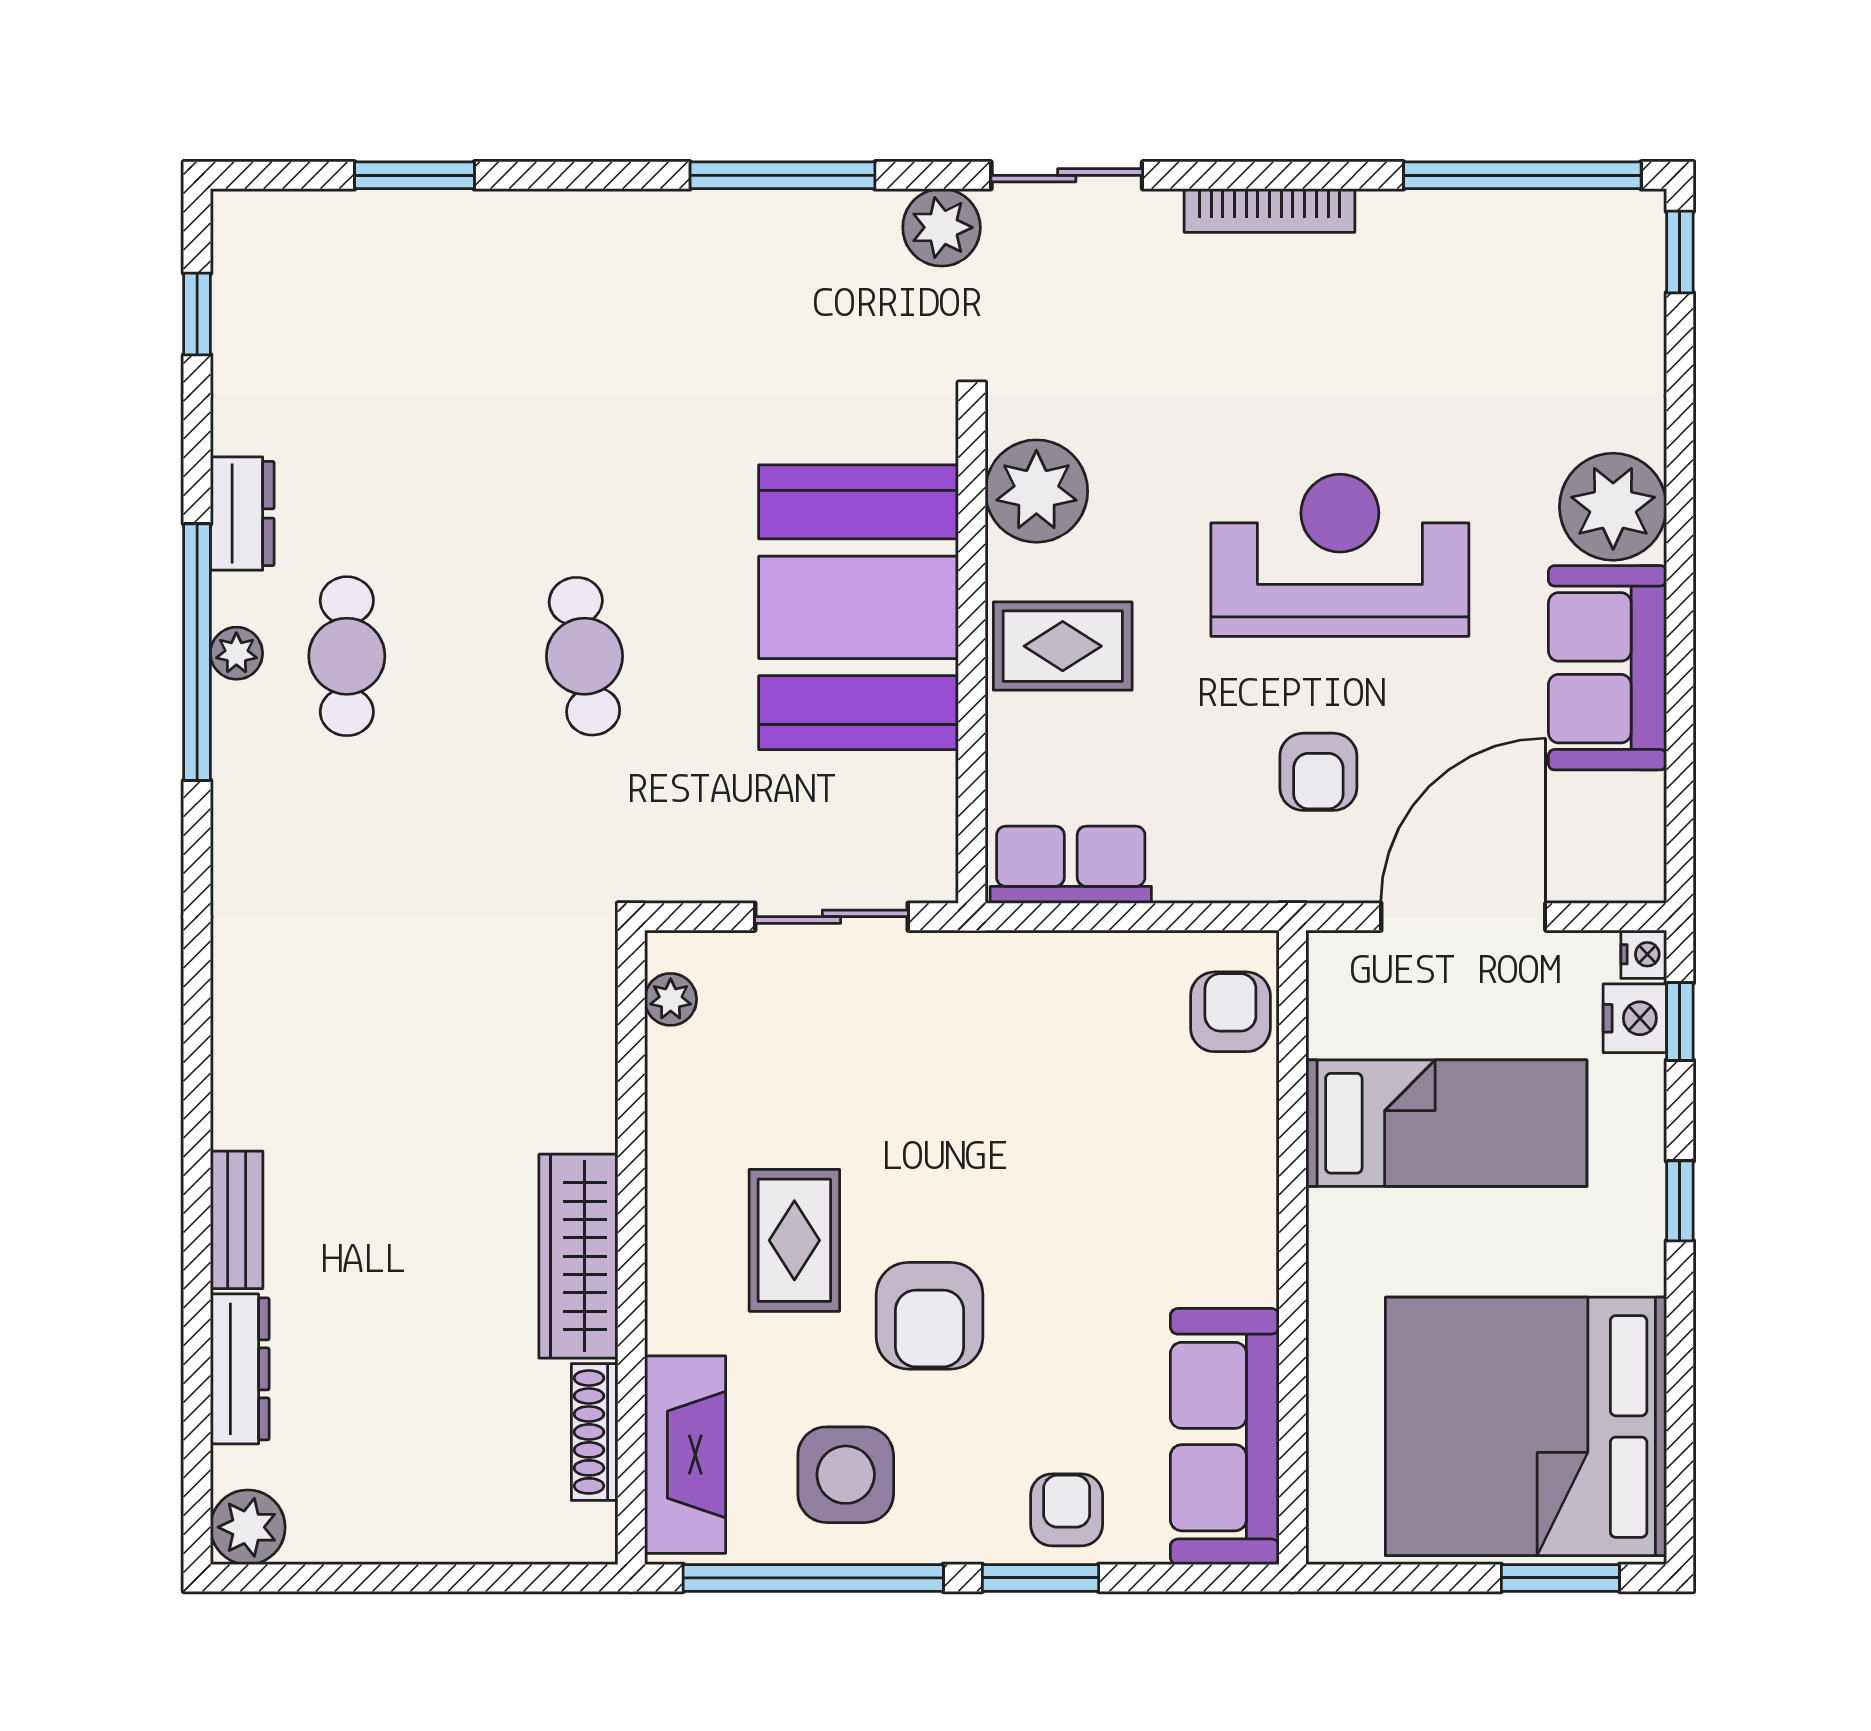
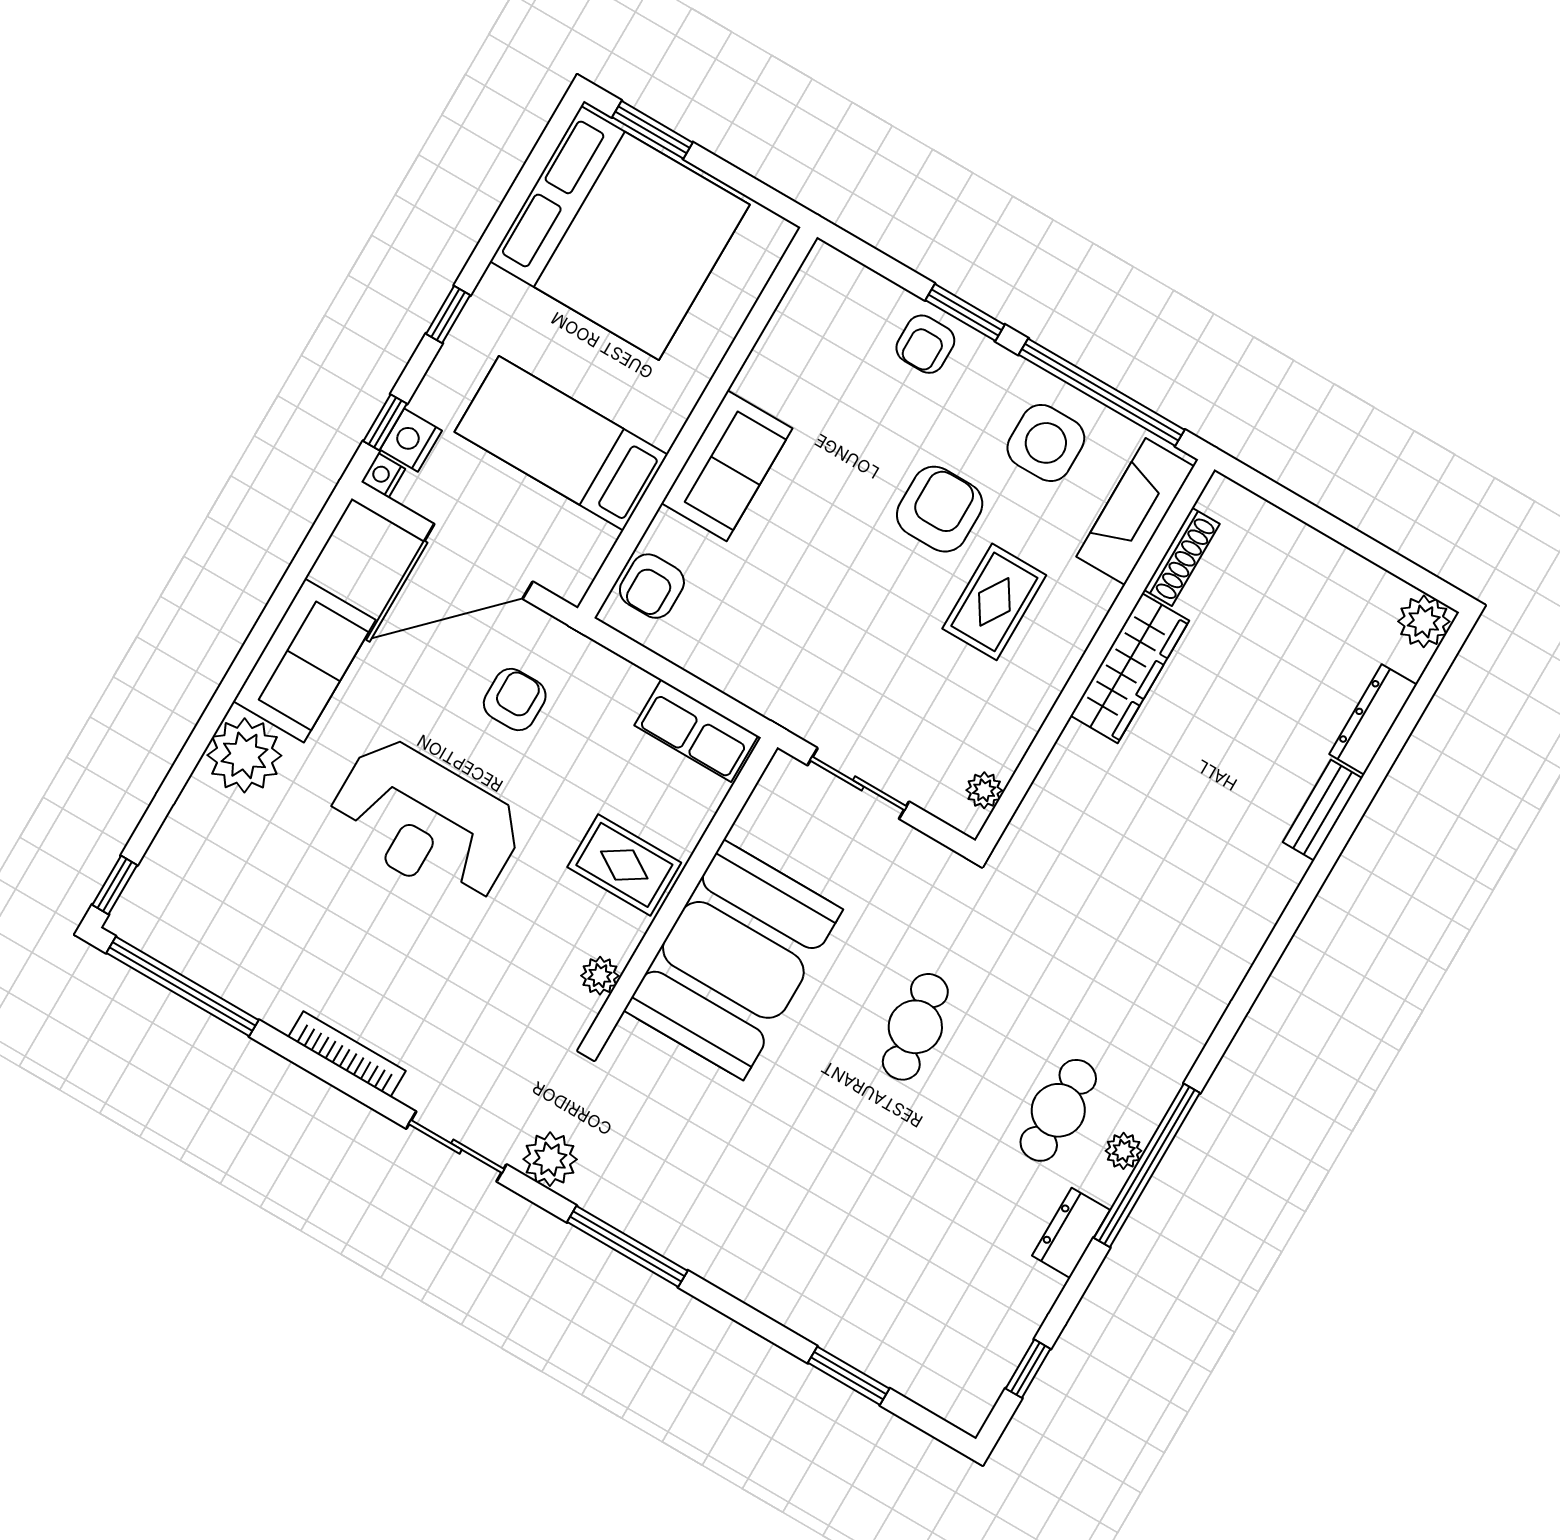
plant: (1036, 491) -> (600, 976), width x0.53, depth x0.53
sofa: (1225, 1437) -> (727, 466), moved, width x0.73

